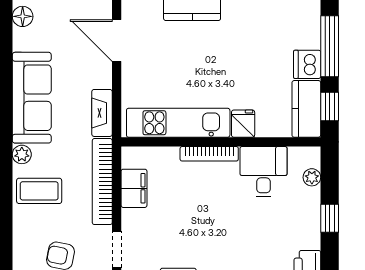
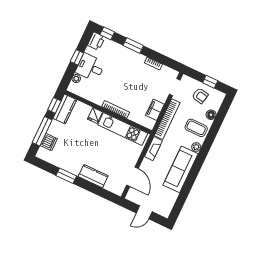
floor lamp: (23, 16) -> (211, 115), moved
dishwasher: (307, 64) -> (49, 142), moved
desk: (263, 172) -> (90, 67), moved, turned 90

